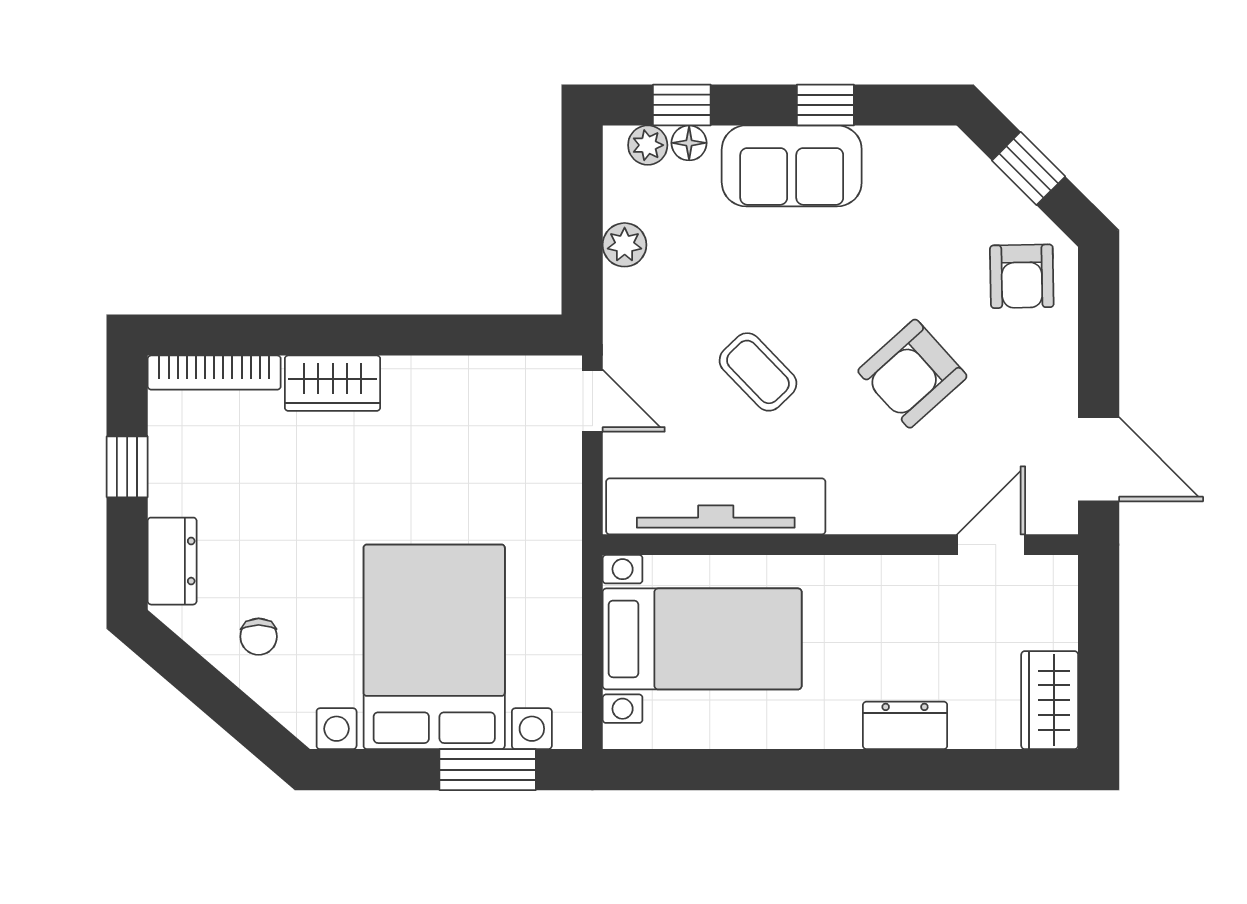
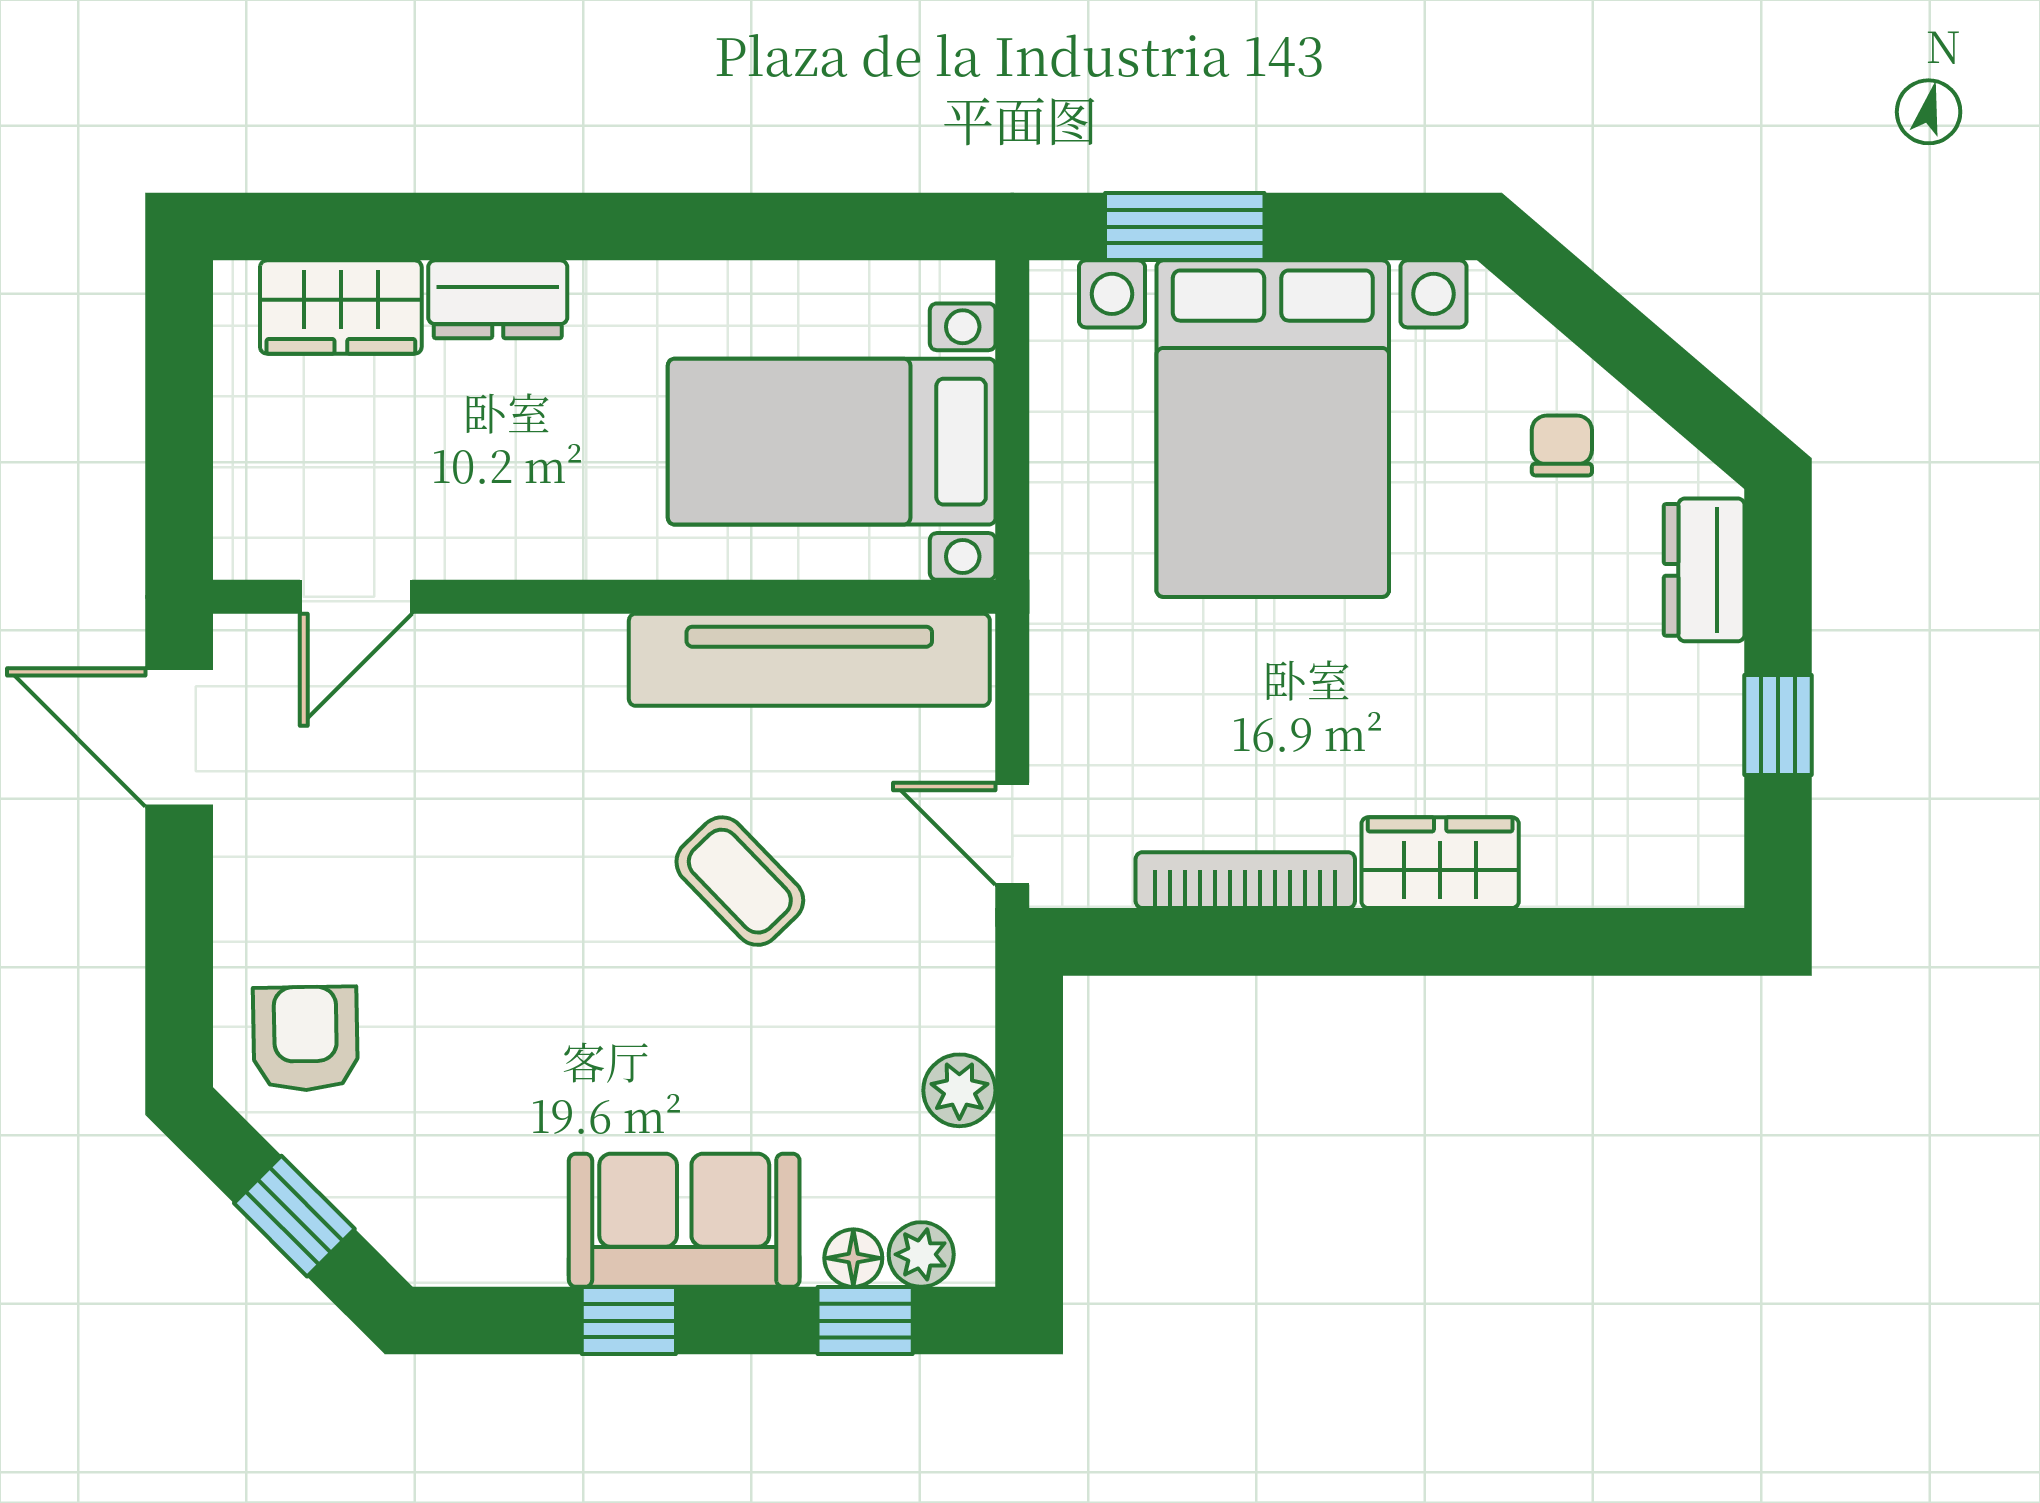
bookcase: (214, 373) -> (1245, 880), moved
armchair: (912, 374) -> (486, 878), removed
wardrobe: (1050, 700) -> (341, 307), moved, turned 90

